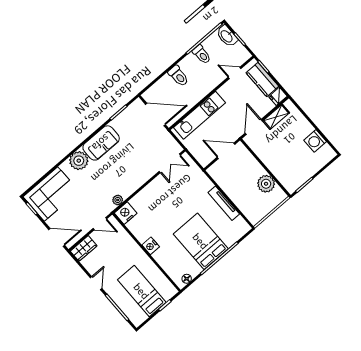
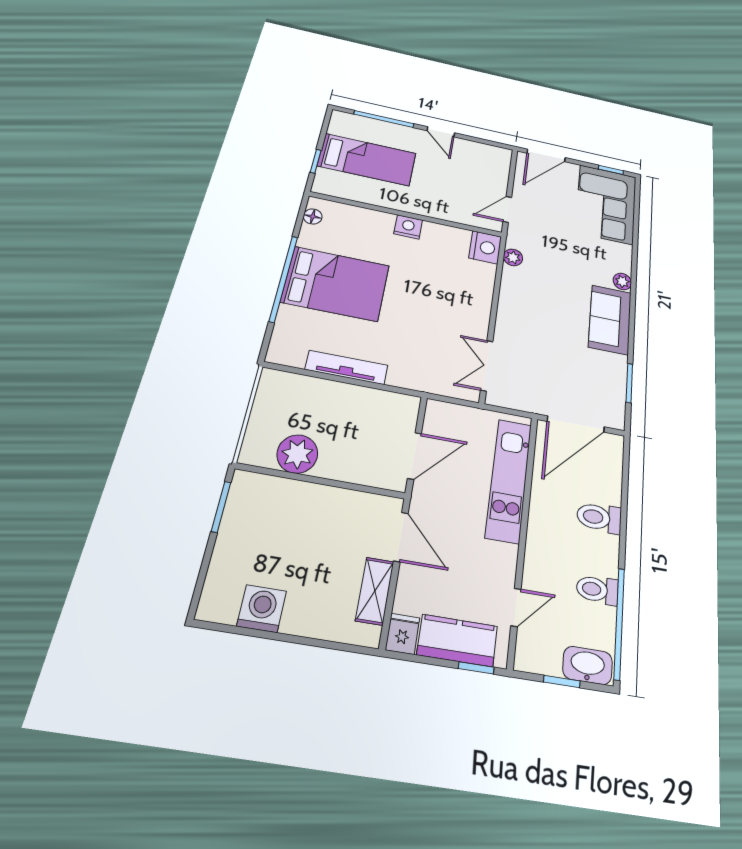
plant: (79, 161) -> (622, 281), width x0.53, depth x0.53
wardrobe: (84, 248) -> (499, 164), removed

